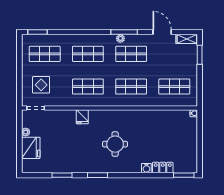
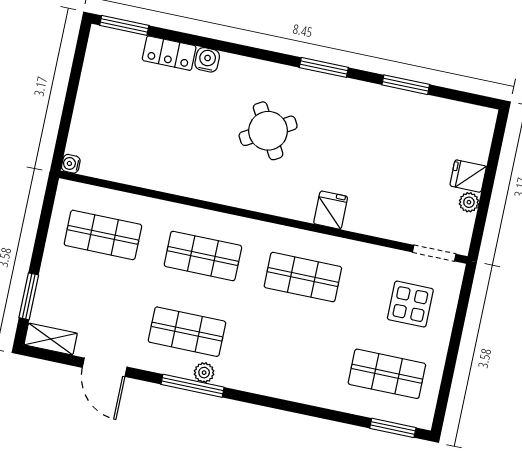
shop shelf: (88, 54) -> (287, 353), removed
round table: (115, 144) -> (268, 131), turned -30
fridge: (31, 148) -> (468, 176), width x0.53, depth x0.75

